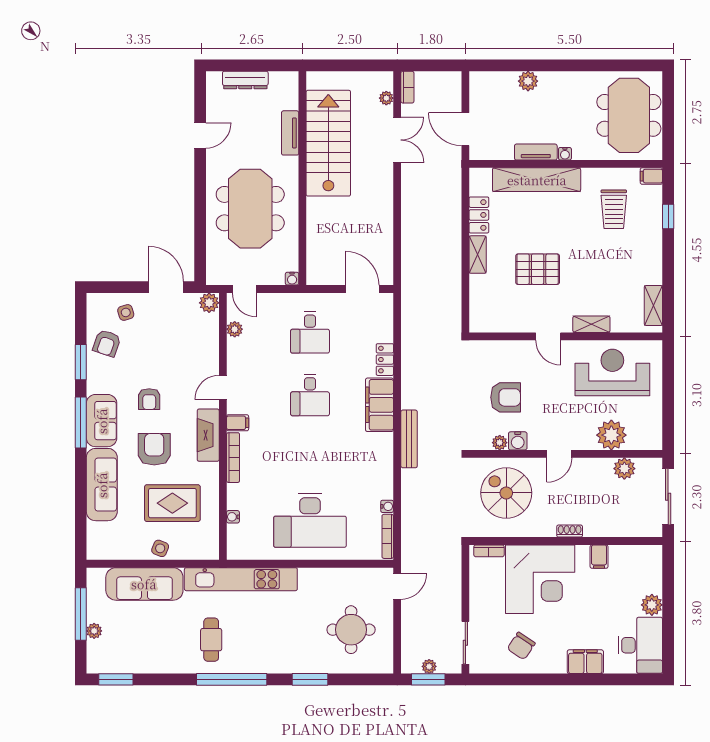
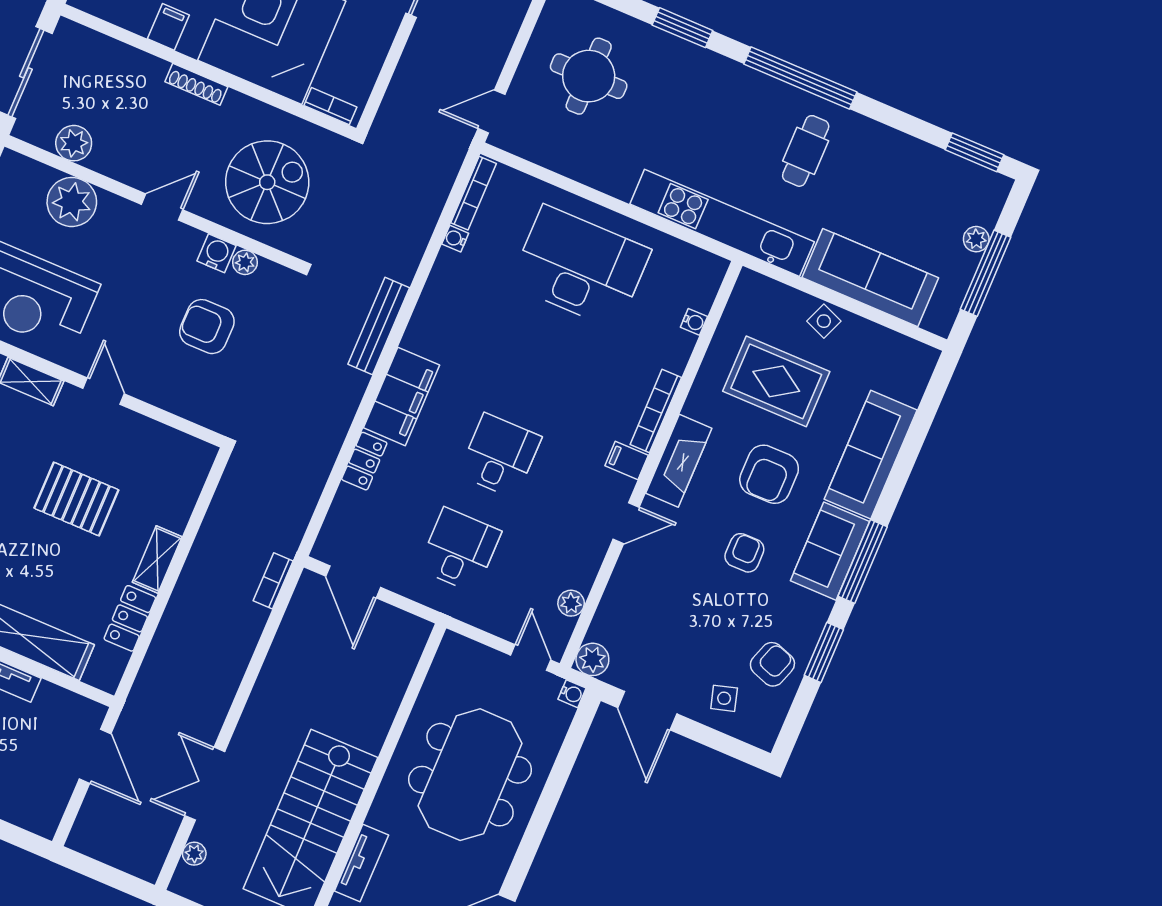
bookcase: (407, 87) -> (273, 581), moved
water cooler: (292, 279) -> (572, 694), moved, turned 90
spiral stairs: (506, 493) -> (267, 182), turned -90
shoe rack: (570, 531) -> (196, 84), width x1.43

